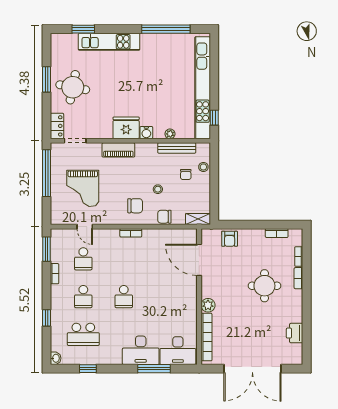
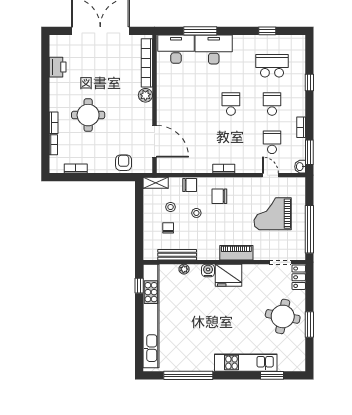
stool: (203, 167) -> (171, 207), moved
grand piano: (83, 188) -> (273, 214), turned -90
washbasin: (56, 358) -> (300, 167), moved

